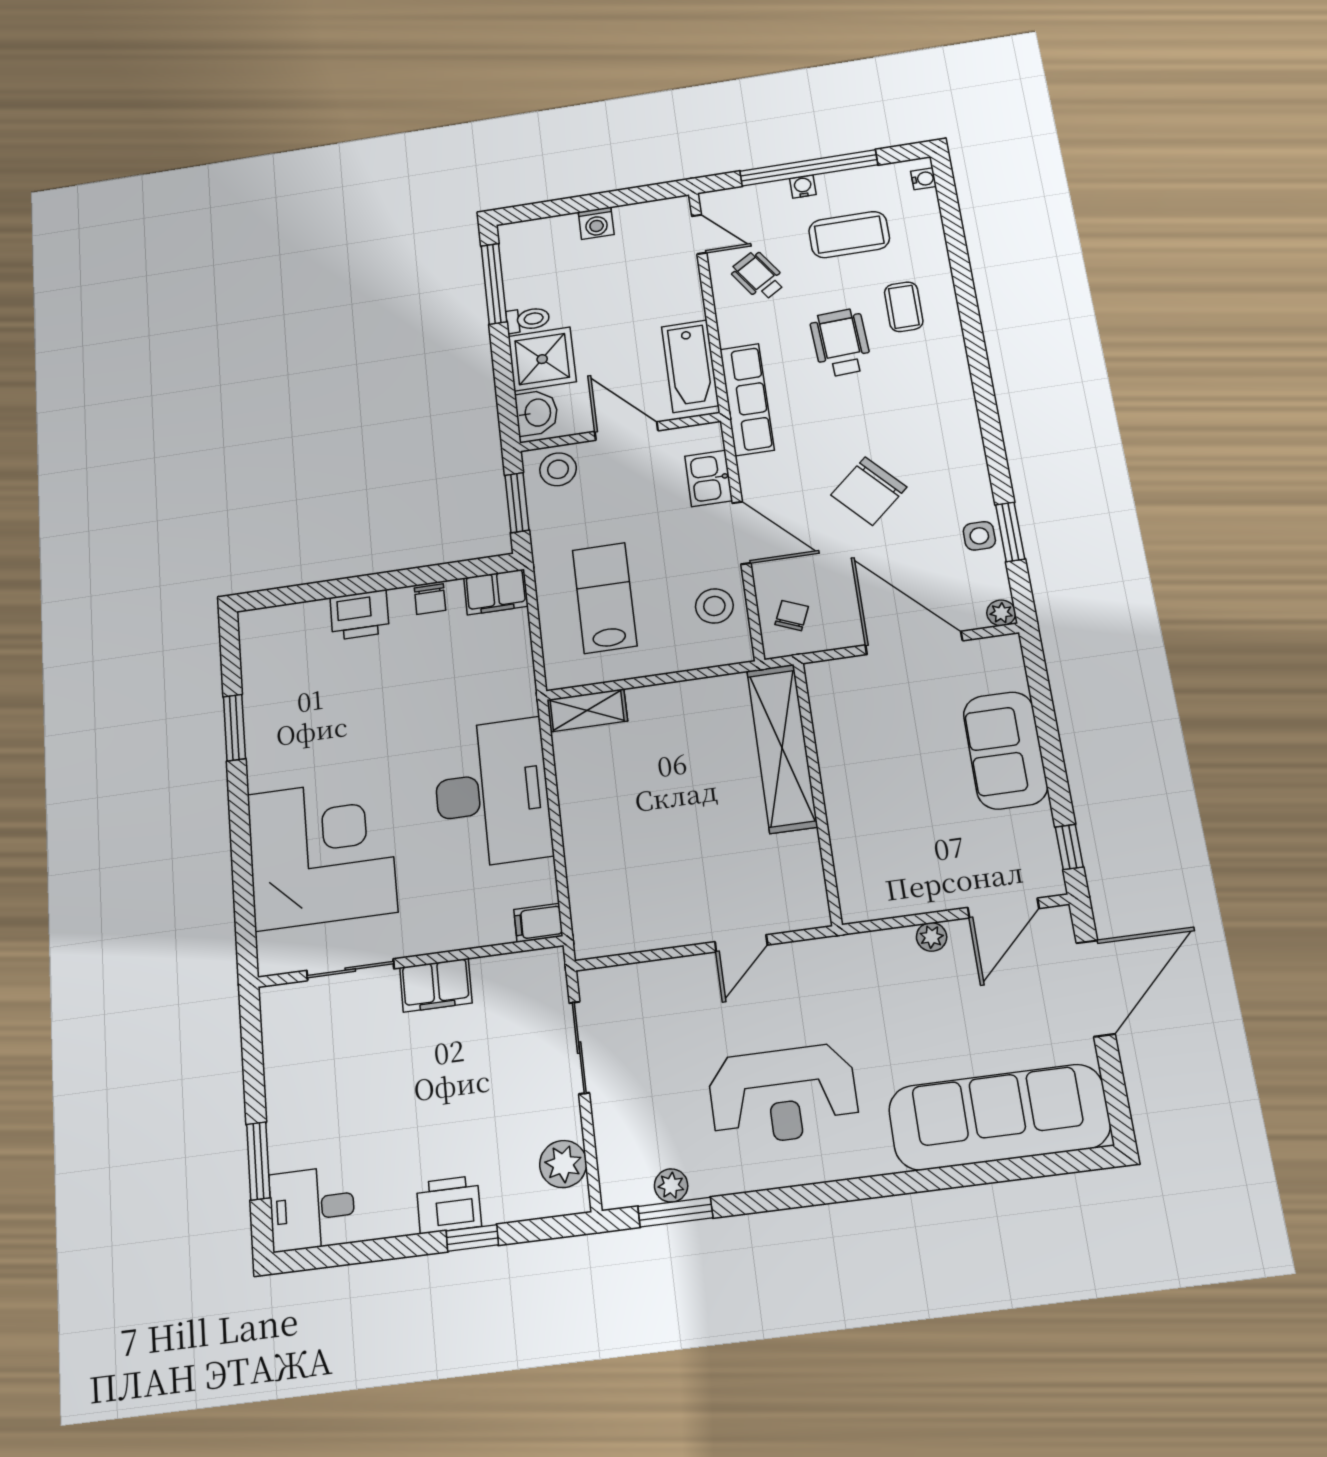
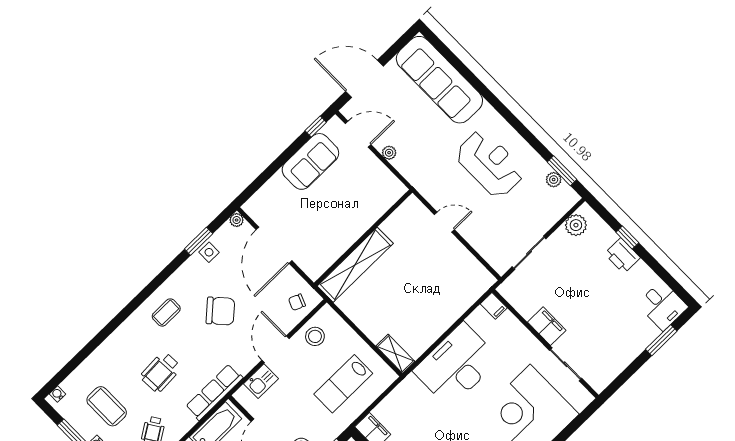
coffee table: (904, 307) -> (166, 312), moved
sofa: (1005, 750) -> (310, 161), moved

